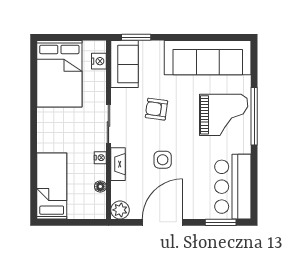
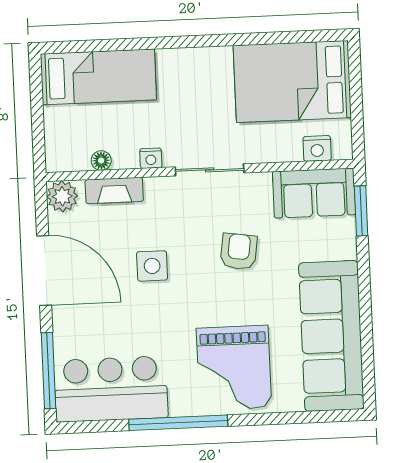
window: (254, 116) -> (178, 423), moved
fireplace: (118, 164) -> (114, 190), moved
window: (221, 222) -> (48, 371), width x1.44

